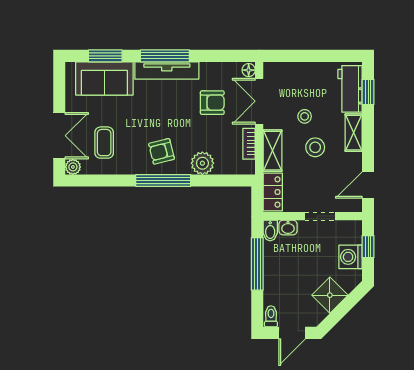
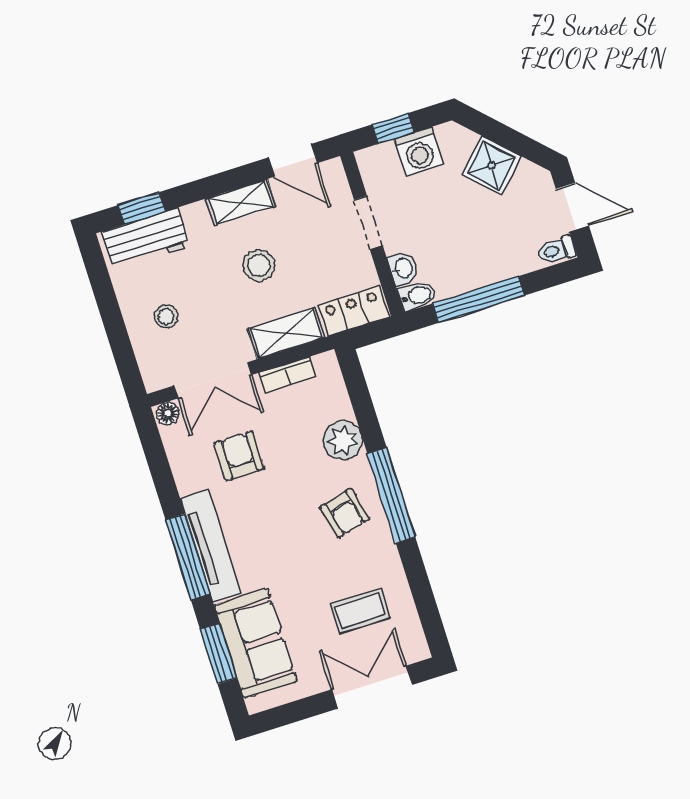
stool: (305, 116) -> (166, 316), moved
shelving: (354, 133) -> (241, 202), moved
plant: (73, 167) -> (416, 649), removed

